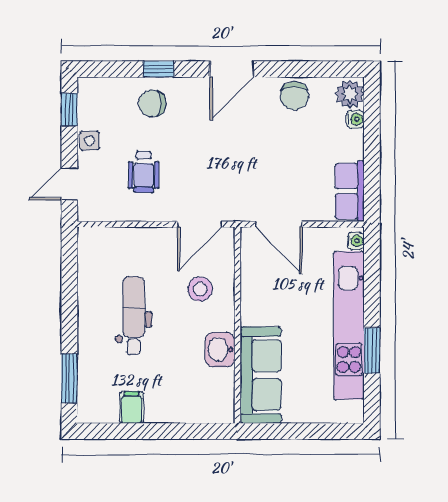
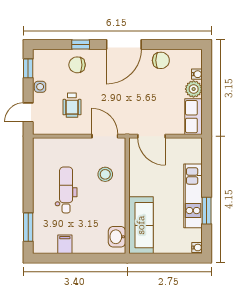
door: (232, 69) -> (124, 45), width x1.36
plant: (350, 94) -> (194, 89), moved
chair: (294, 96) -> (161, 60), turned -90
door: (200, 224) -> (105, 136), swing flipped
water cooler: (356, 241) -> (197, 248), moved
kitchen unit: (349, 325) -> (193, 196), width x0.73
washbasin: (220, 350) -> (117, 237), moved

